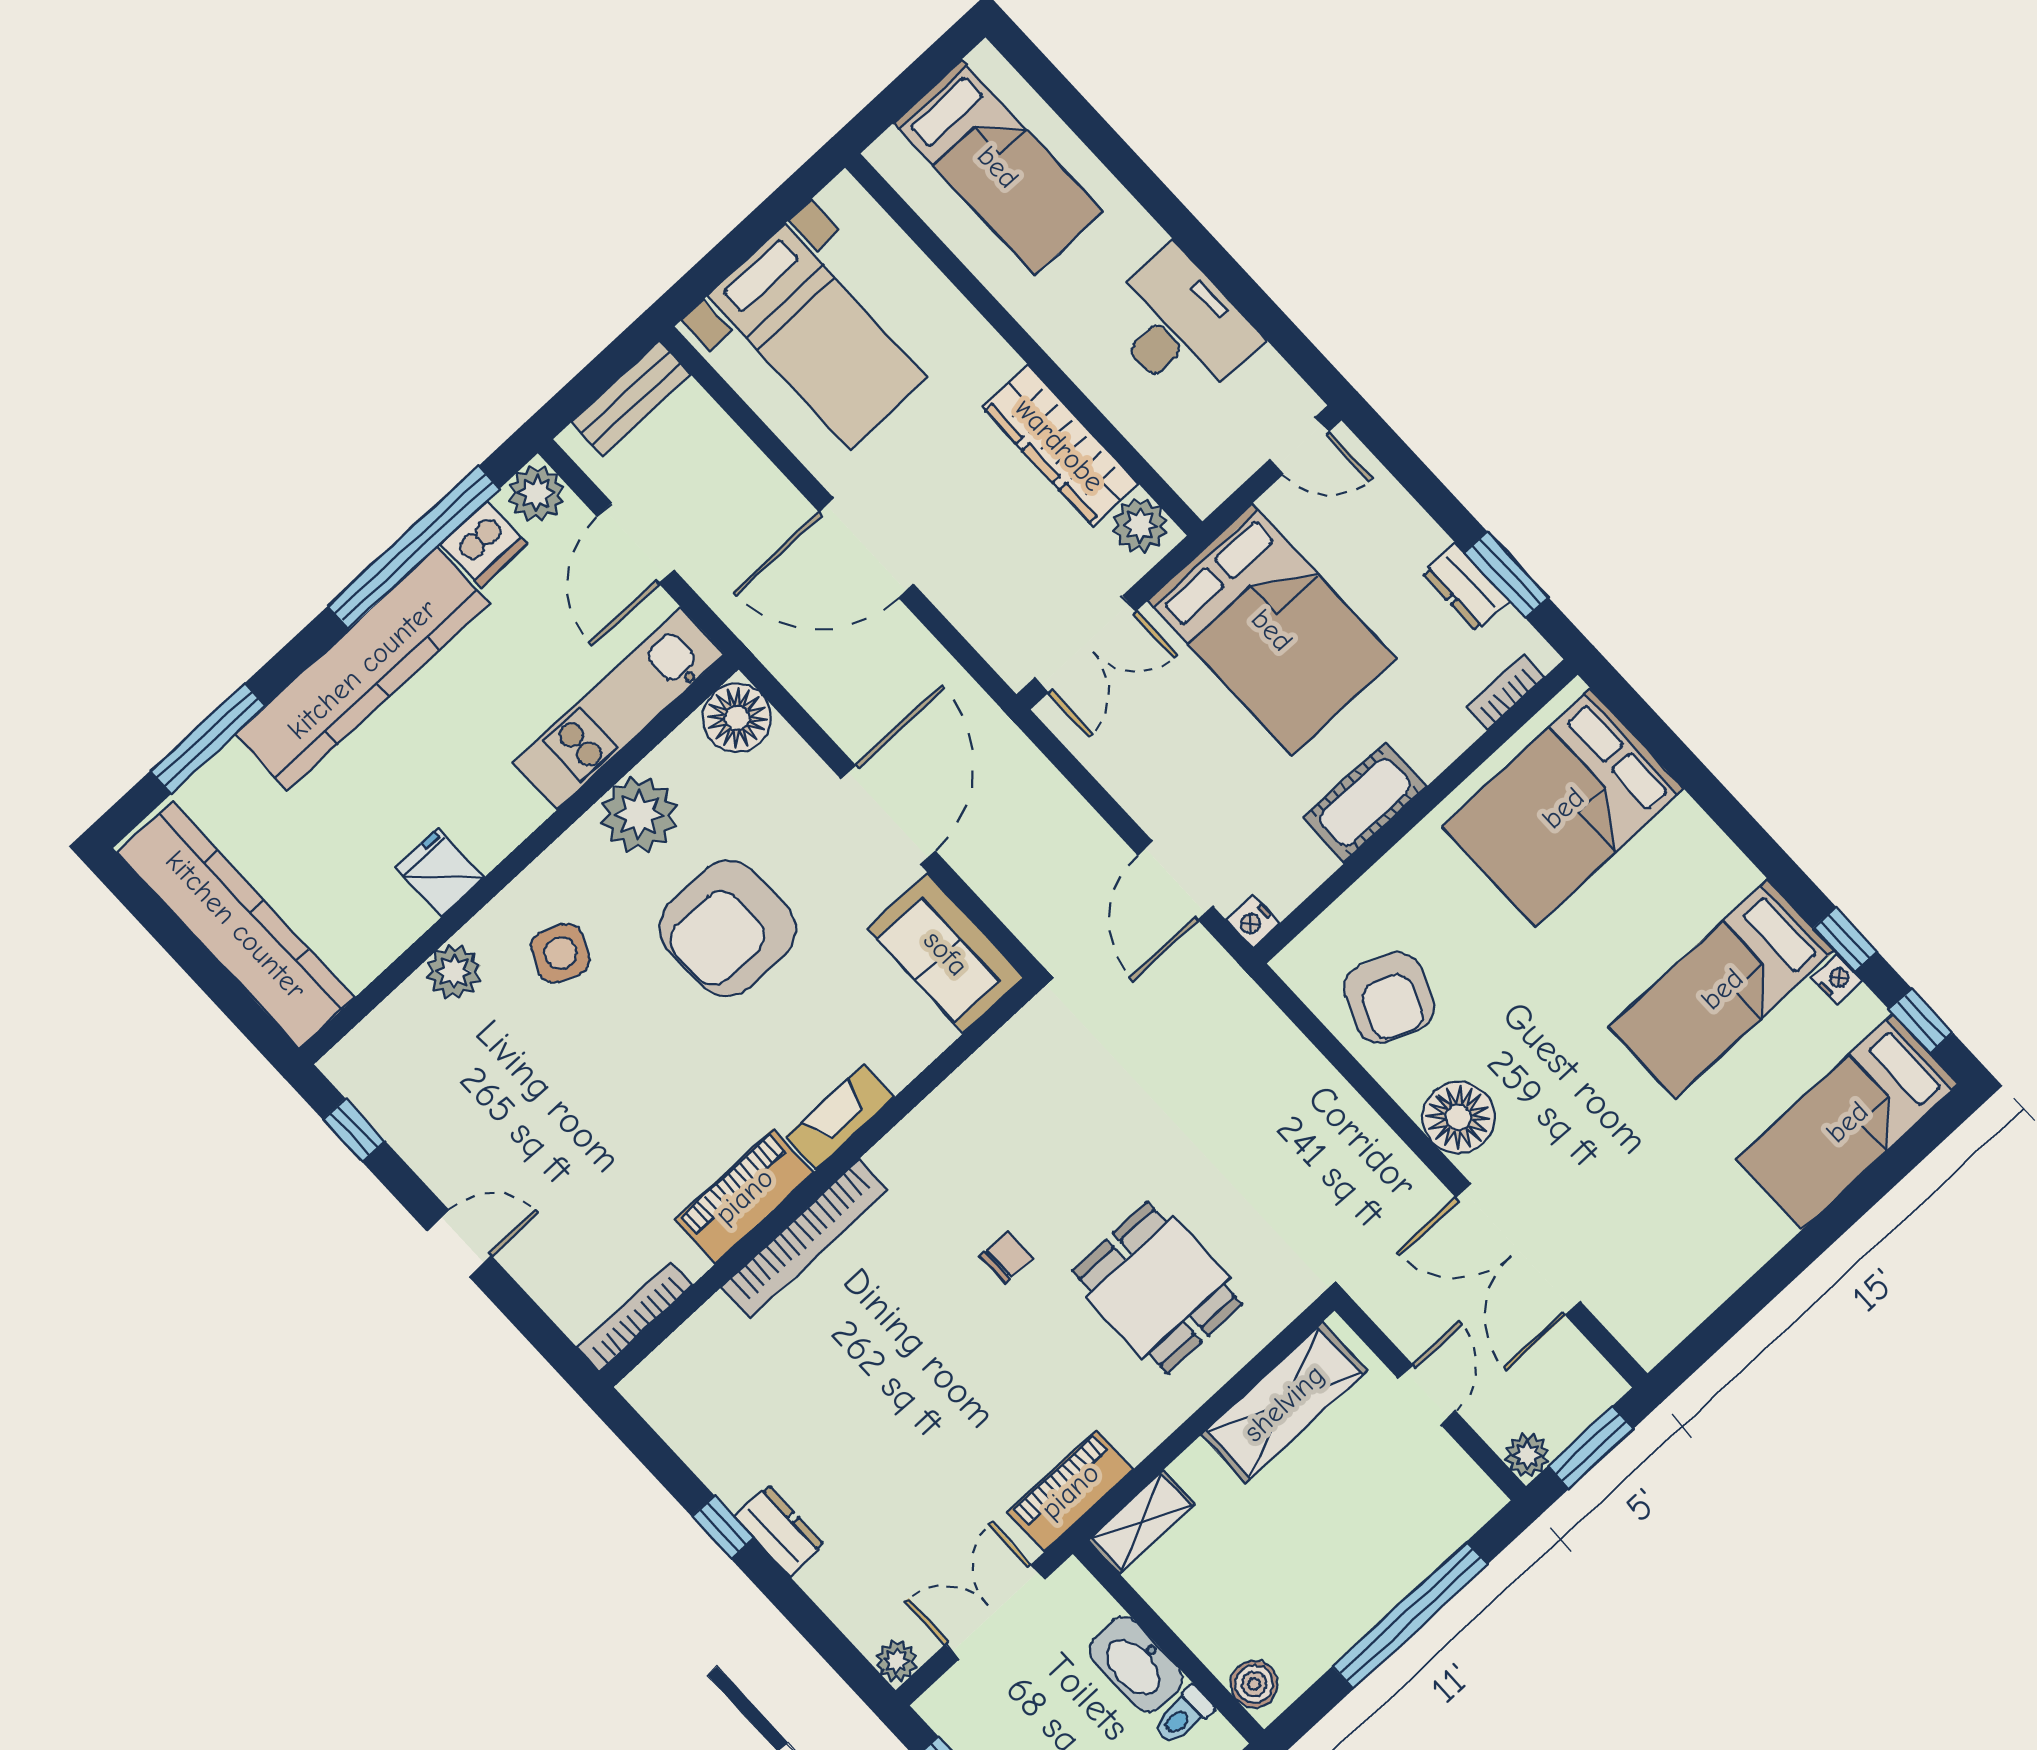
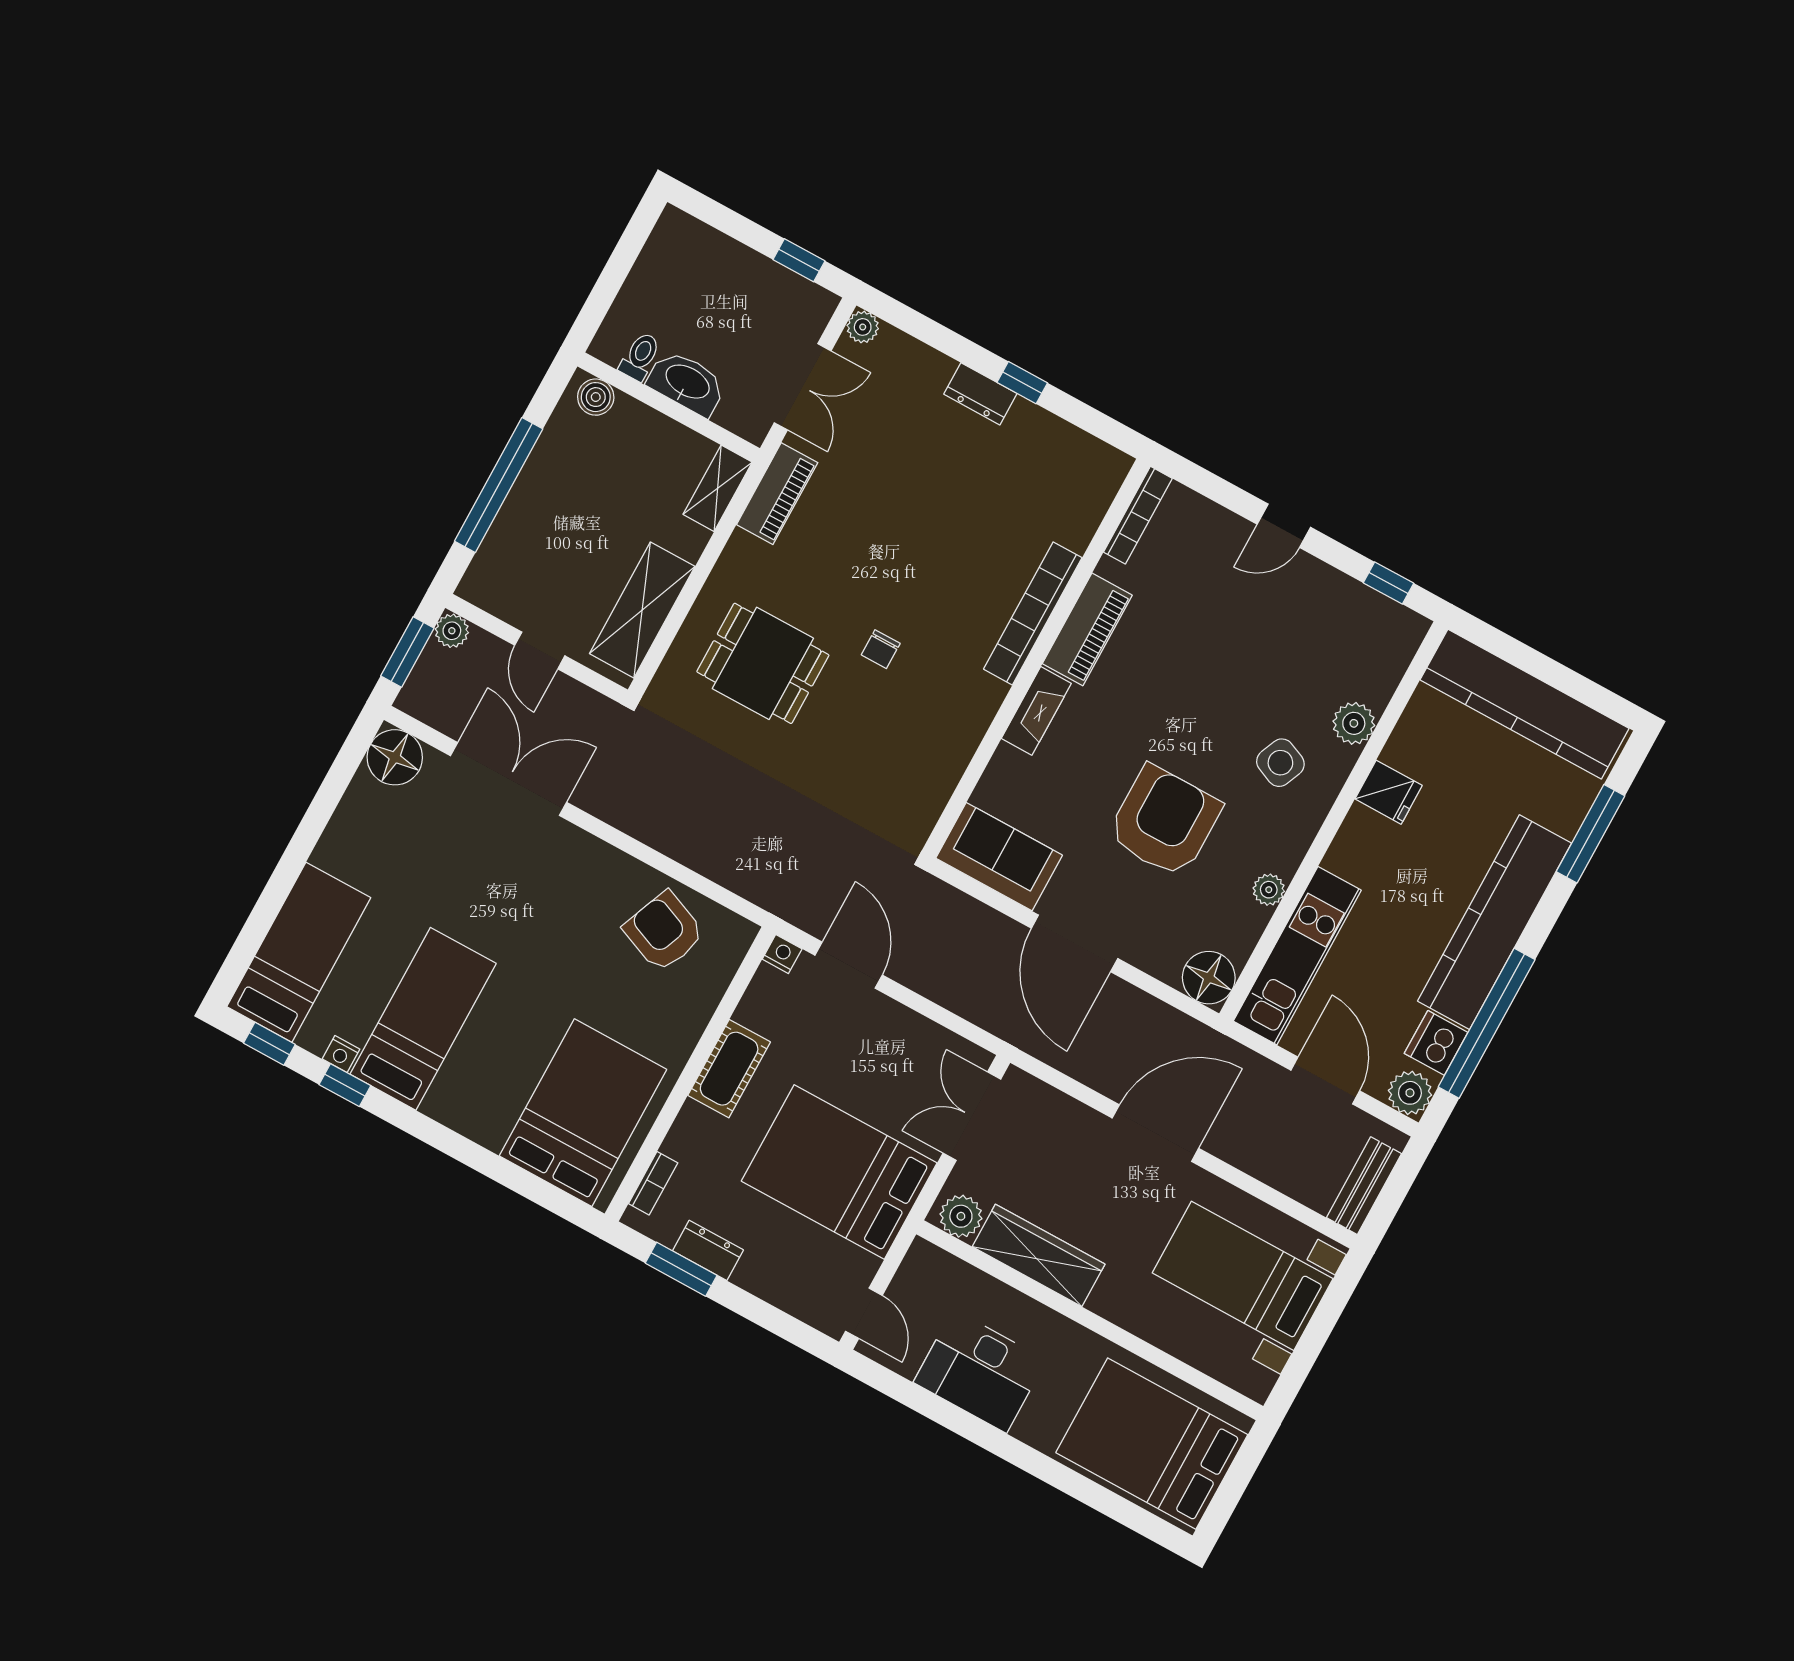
bed: (998, 167) -> (1152, 1444), width x1.50
door: (1299, 446) -> (864, 1313), swing flipped
plant: (639, 815) -> (1269, 890), width x0.53, depth x0.53
floor lamp: (1458, 1117) -> (395, 757), moved

